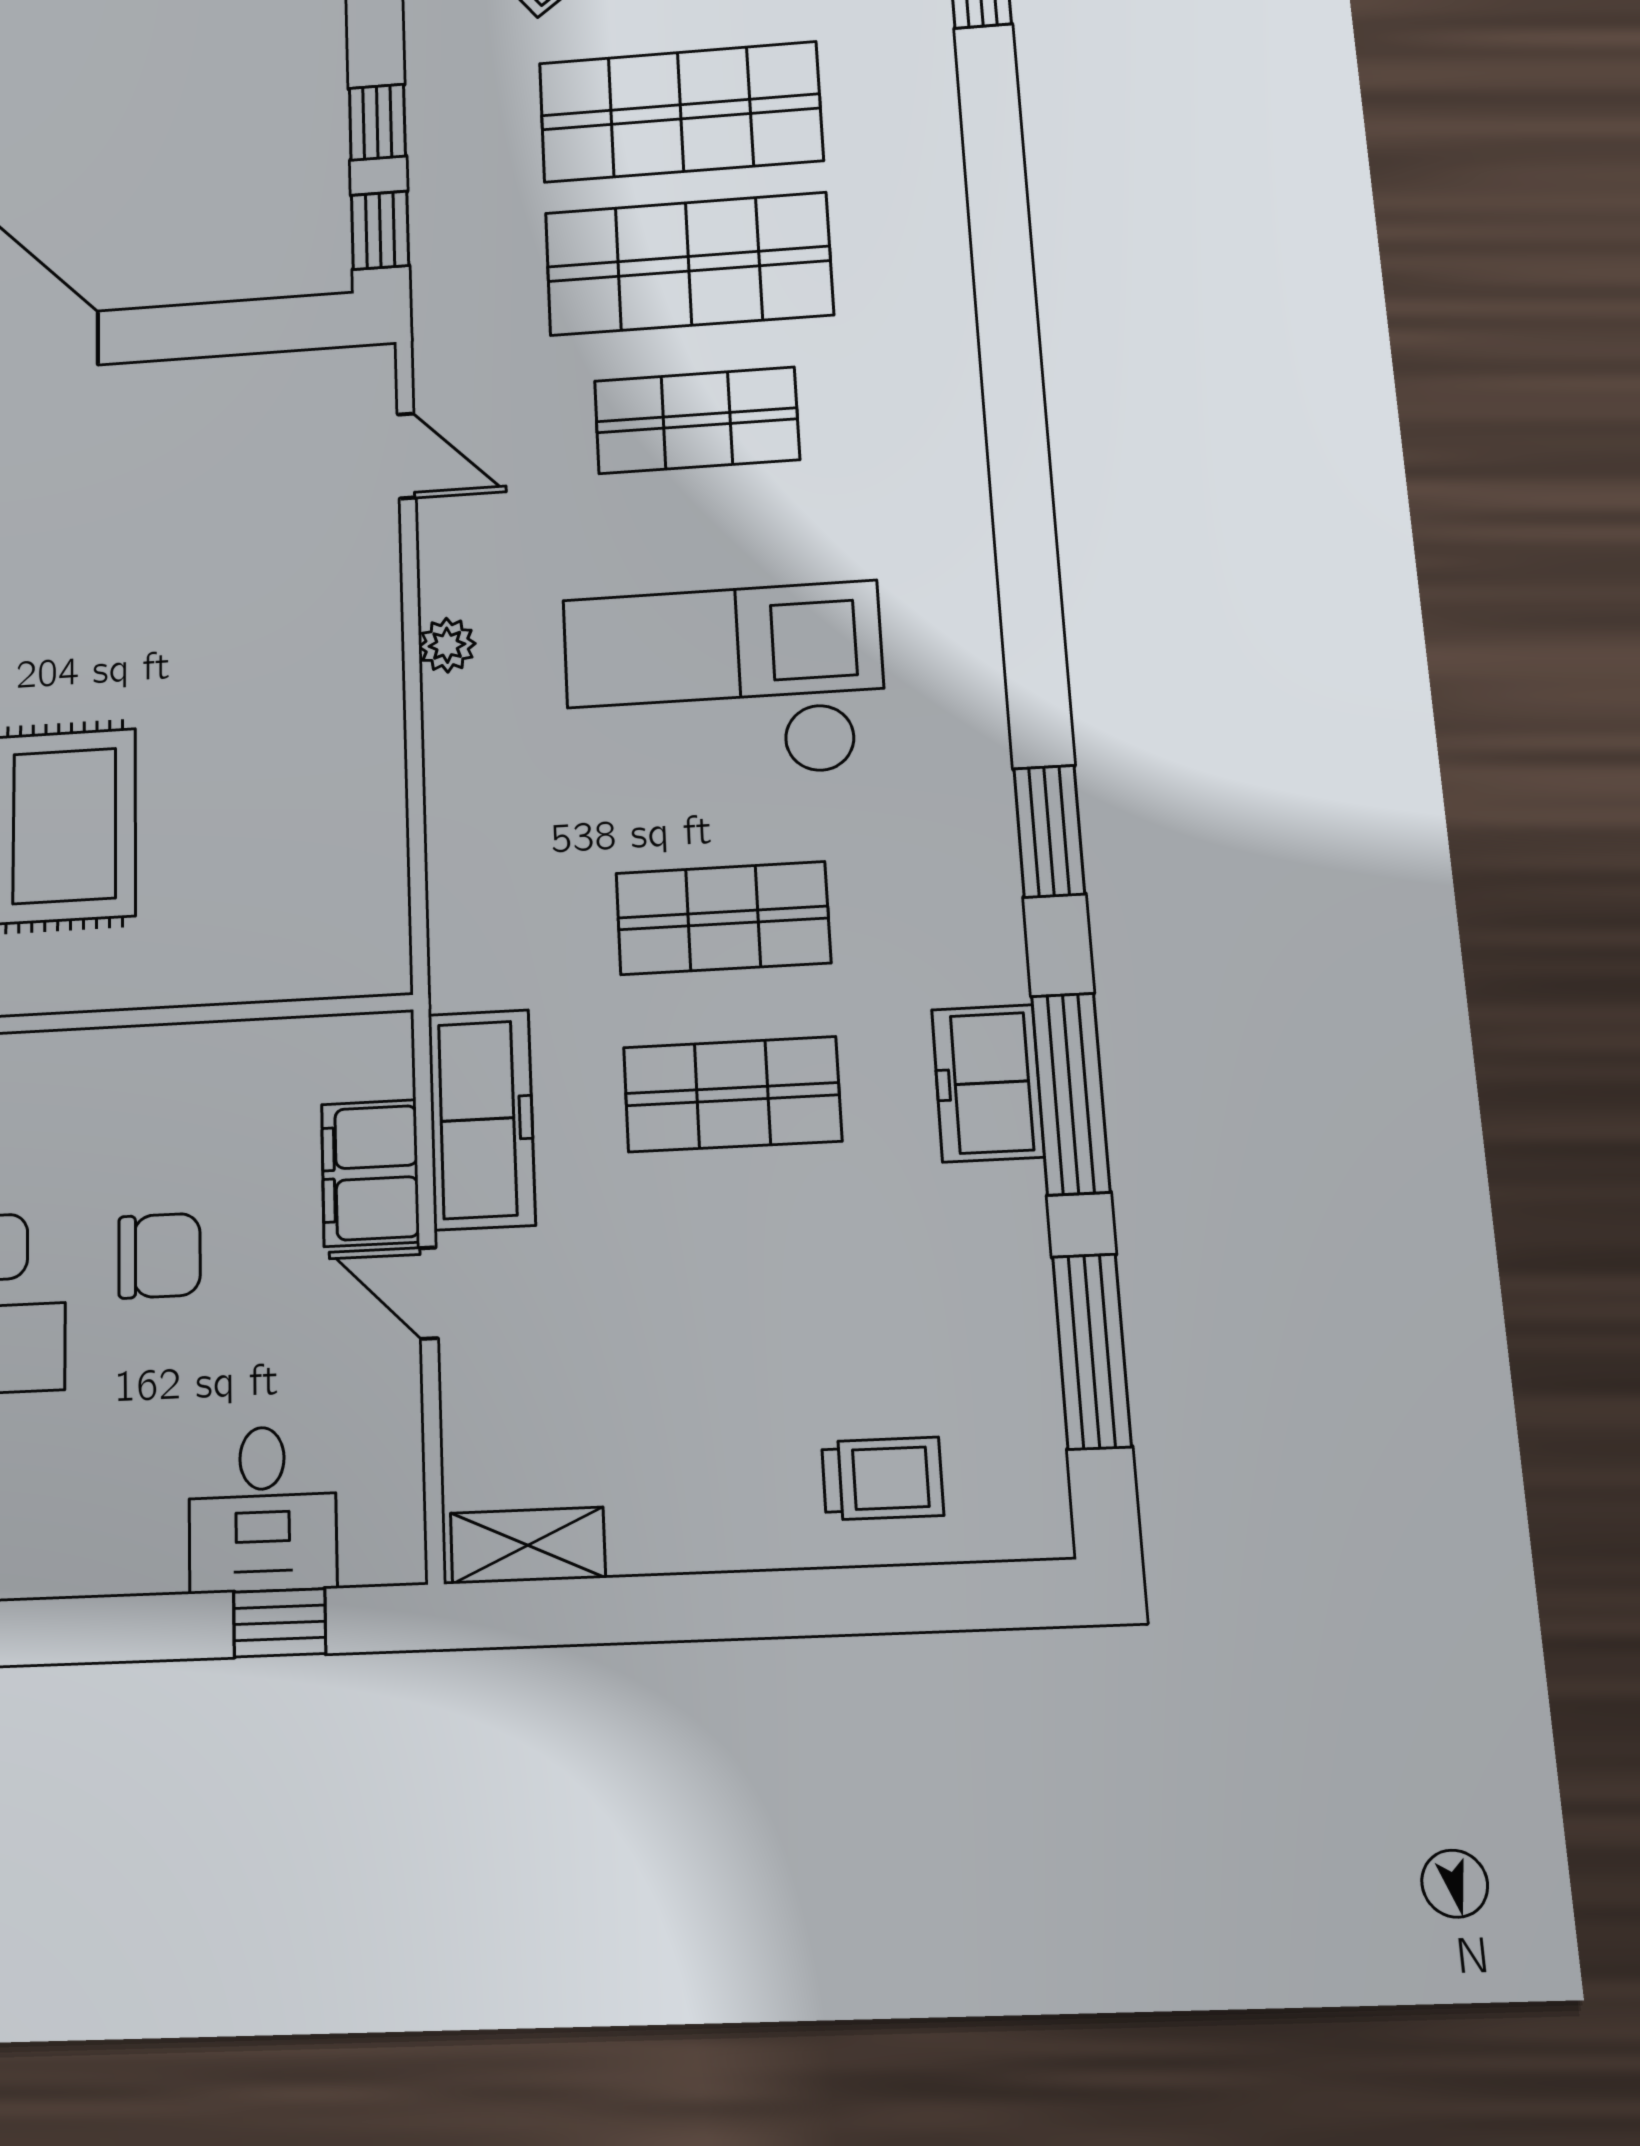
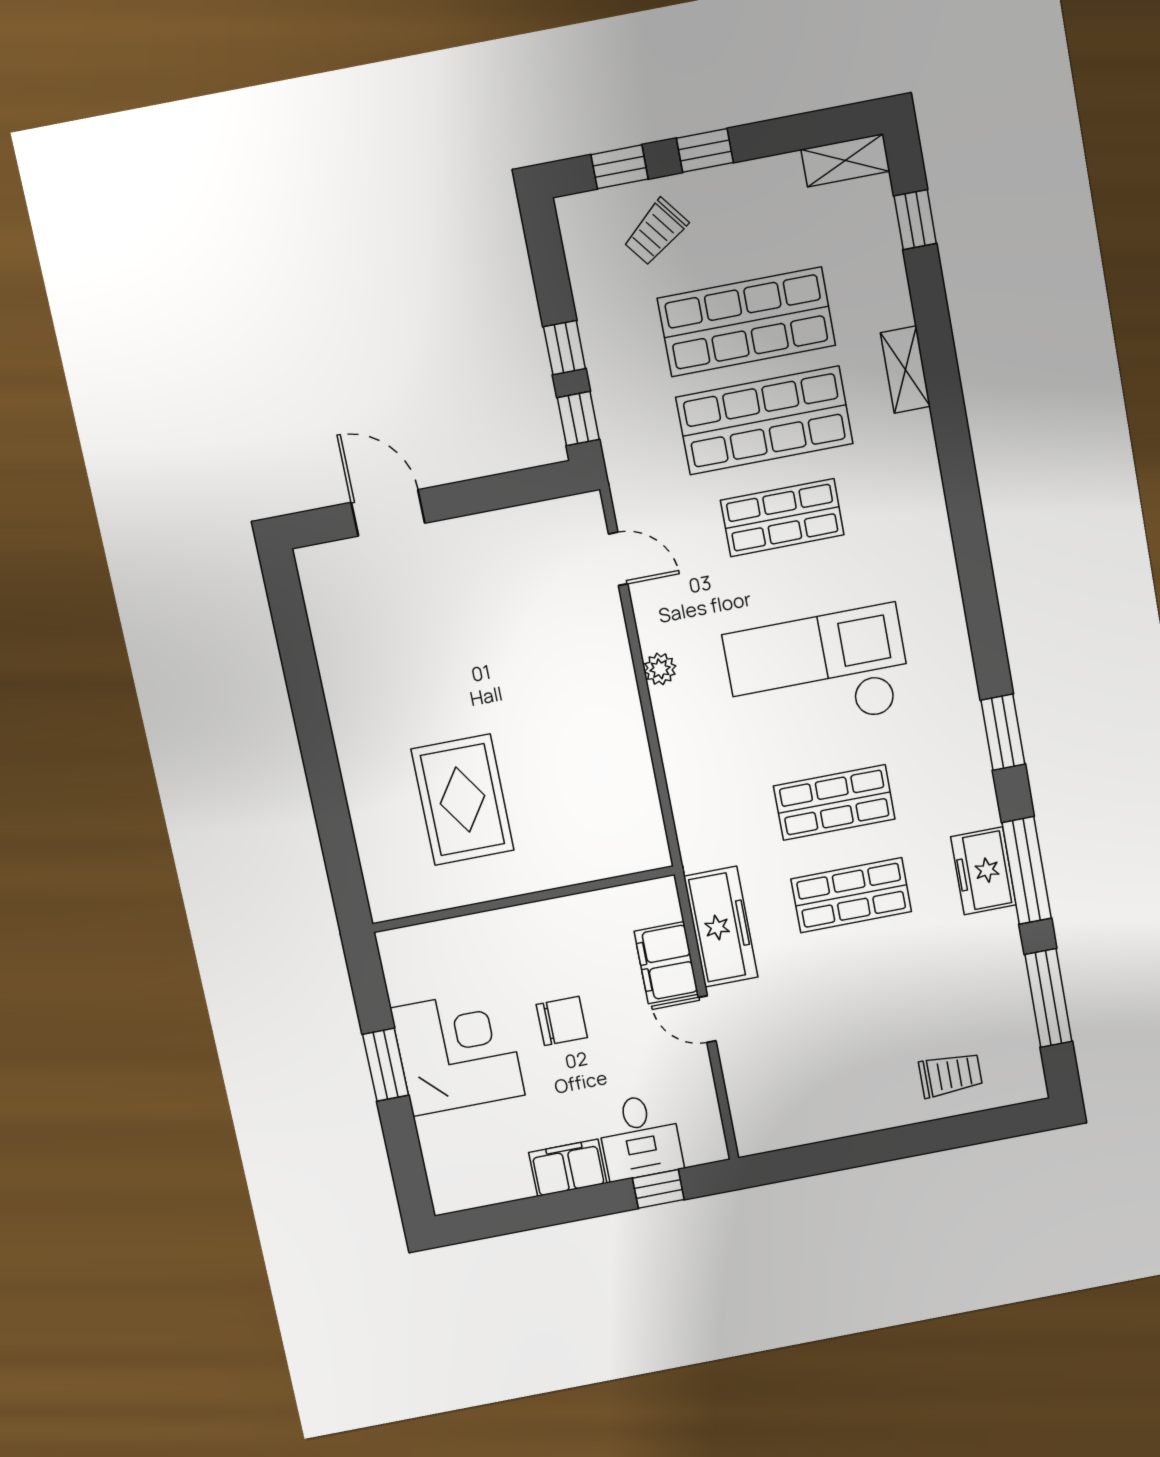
shelving: (528, 1545) -> (905, 370), moved, turned 90
filing cabinet: (116, 1550) -> (568, 1168), added

